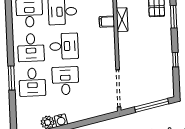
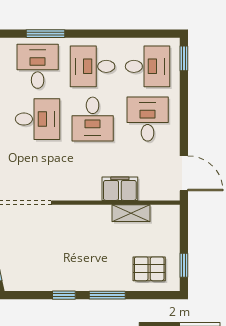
window: (174, 17) -> (107, 295), moved
filing cabinet: (107, 22) -> (120, 189), width x2.00
desk: (32, 82) -> (38, 66), turned 90

